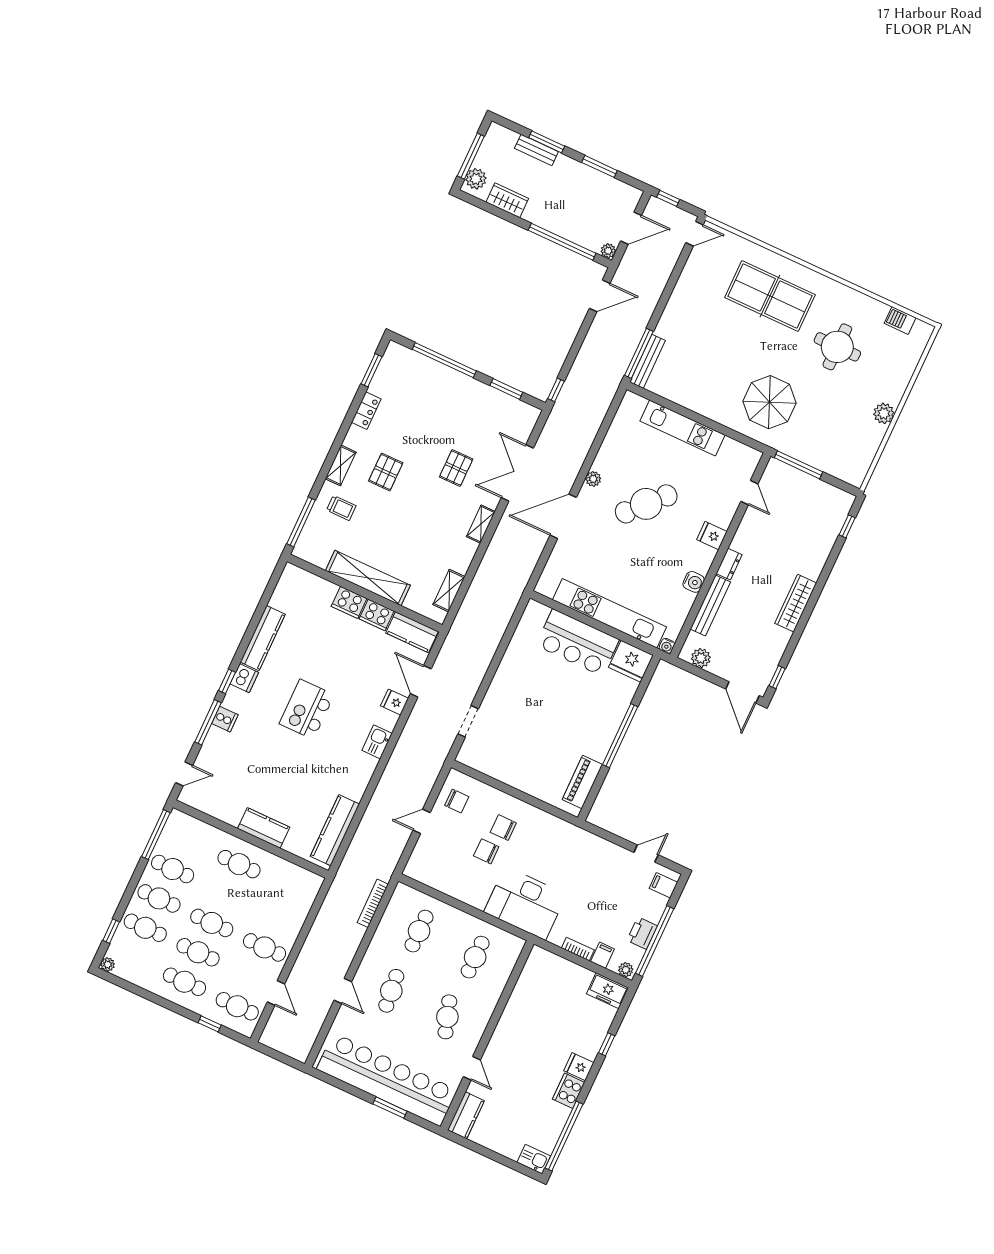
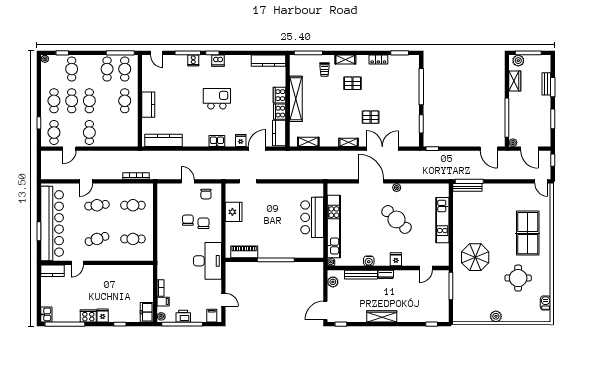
kitchen counter: (263, 638) -> (269, 61), moved
fridge: (631, 661) -> (234, 212), moved, turned 180
cafe table: (159, 898) -> (125, 69), moved
desk: (525, 903) -> (207, 261), moved, turned 180

